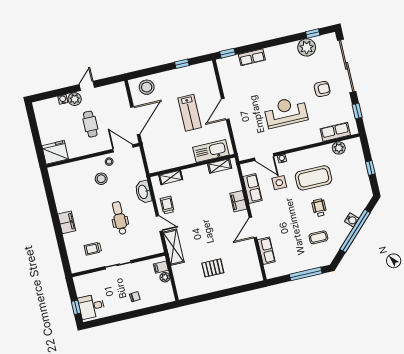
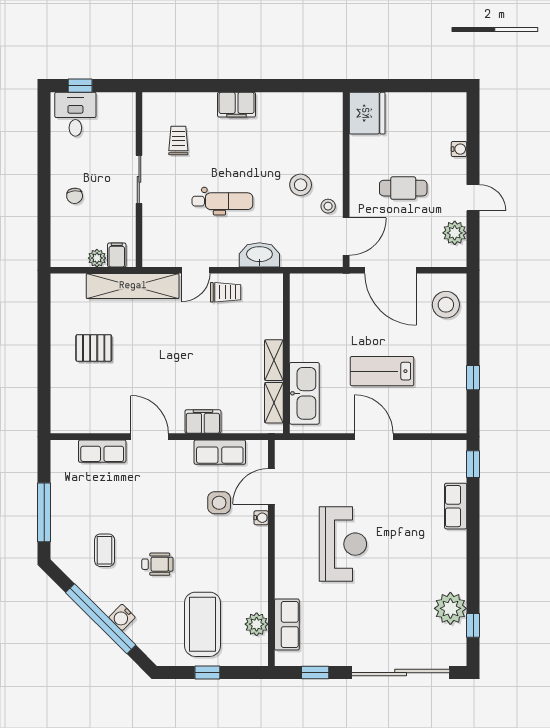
armchair: (322, 89) -> (369, 619), removed
plant: (75, 99) -> (455, 233), moved
shelving: (171, 177) -> (274, 360), moved
coffee table: (313, 178) -> (203, 624), moved
shelving: (174, 247) -> (133, 286), width x1.47
pallet: (213, 268) -> (94, 348), turned 90

